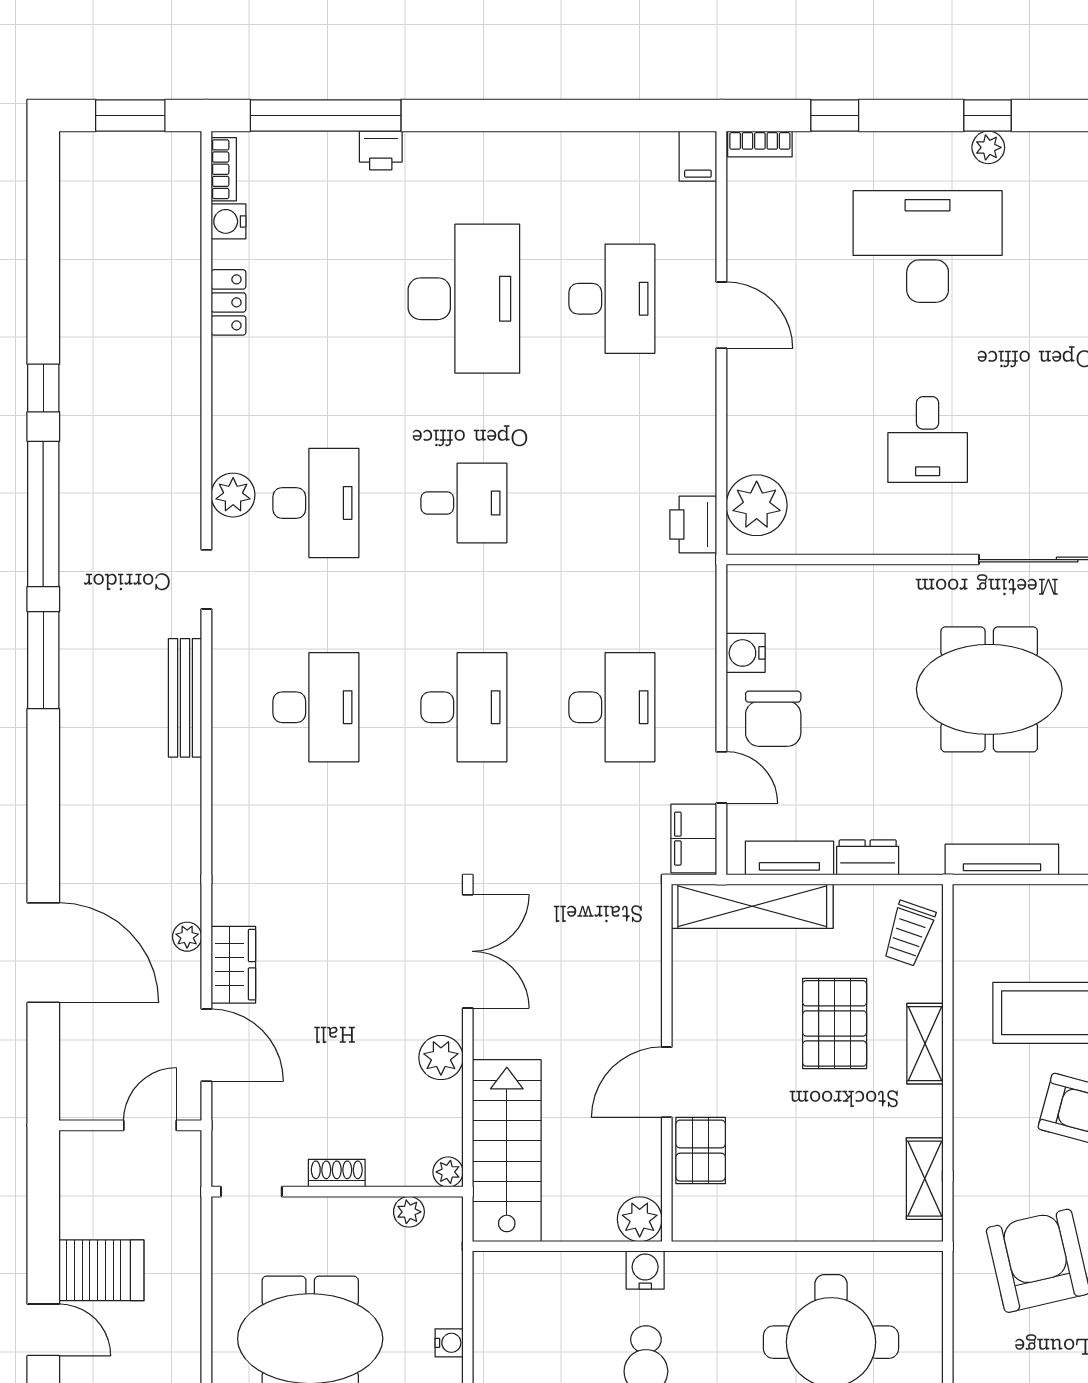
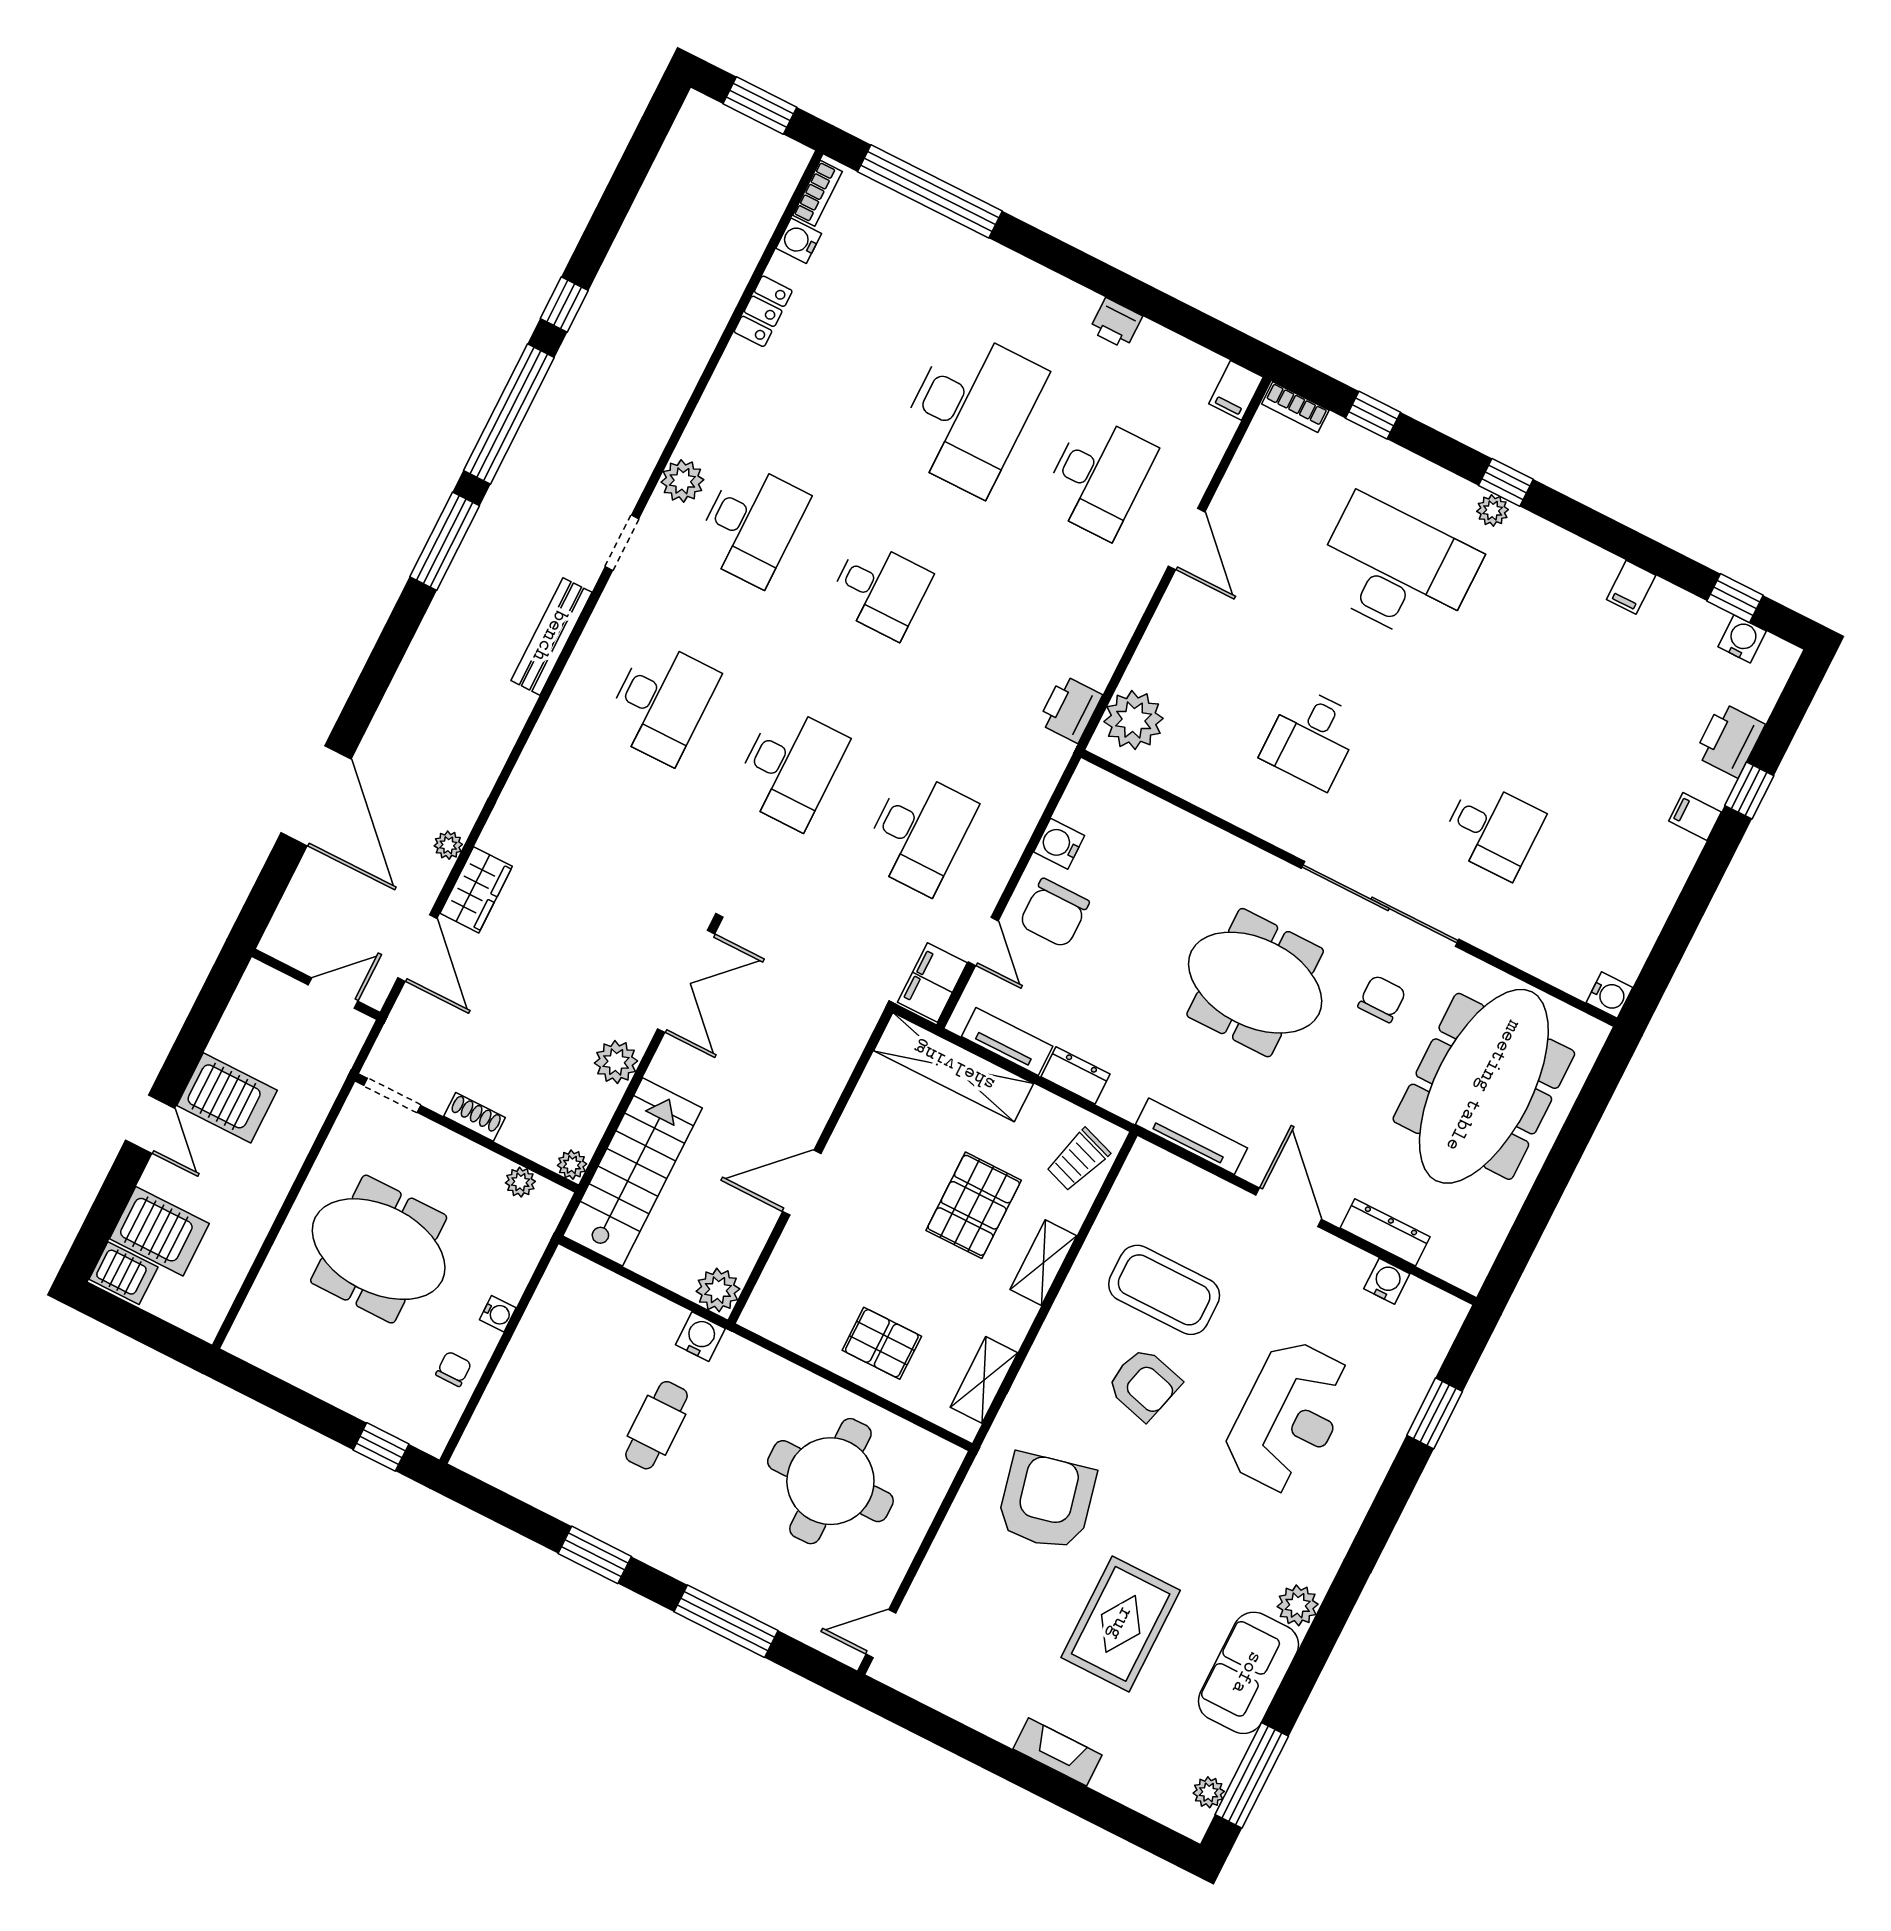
printer: (381, 150) -> (1116, 323), moved
pallet: (701, 1151) -> (882, 1343), moved, turned 90

